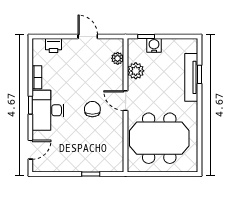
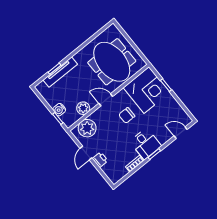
printer: (54, 45) -> (100, 160), moved
plant: (118, 58) -> (87, 128), width x1.88, depth x1.88
door: (126, 101) -> (106, 100), swing flipped
desk: (48, 110) -> (146, 144), width x0.73
corner desk: (102, 150) -> (147, 90), added

